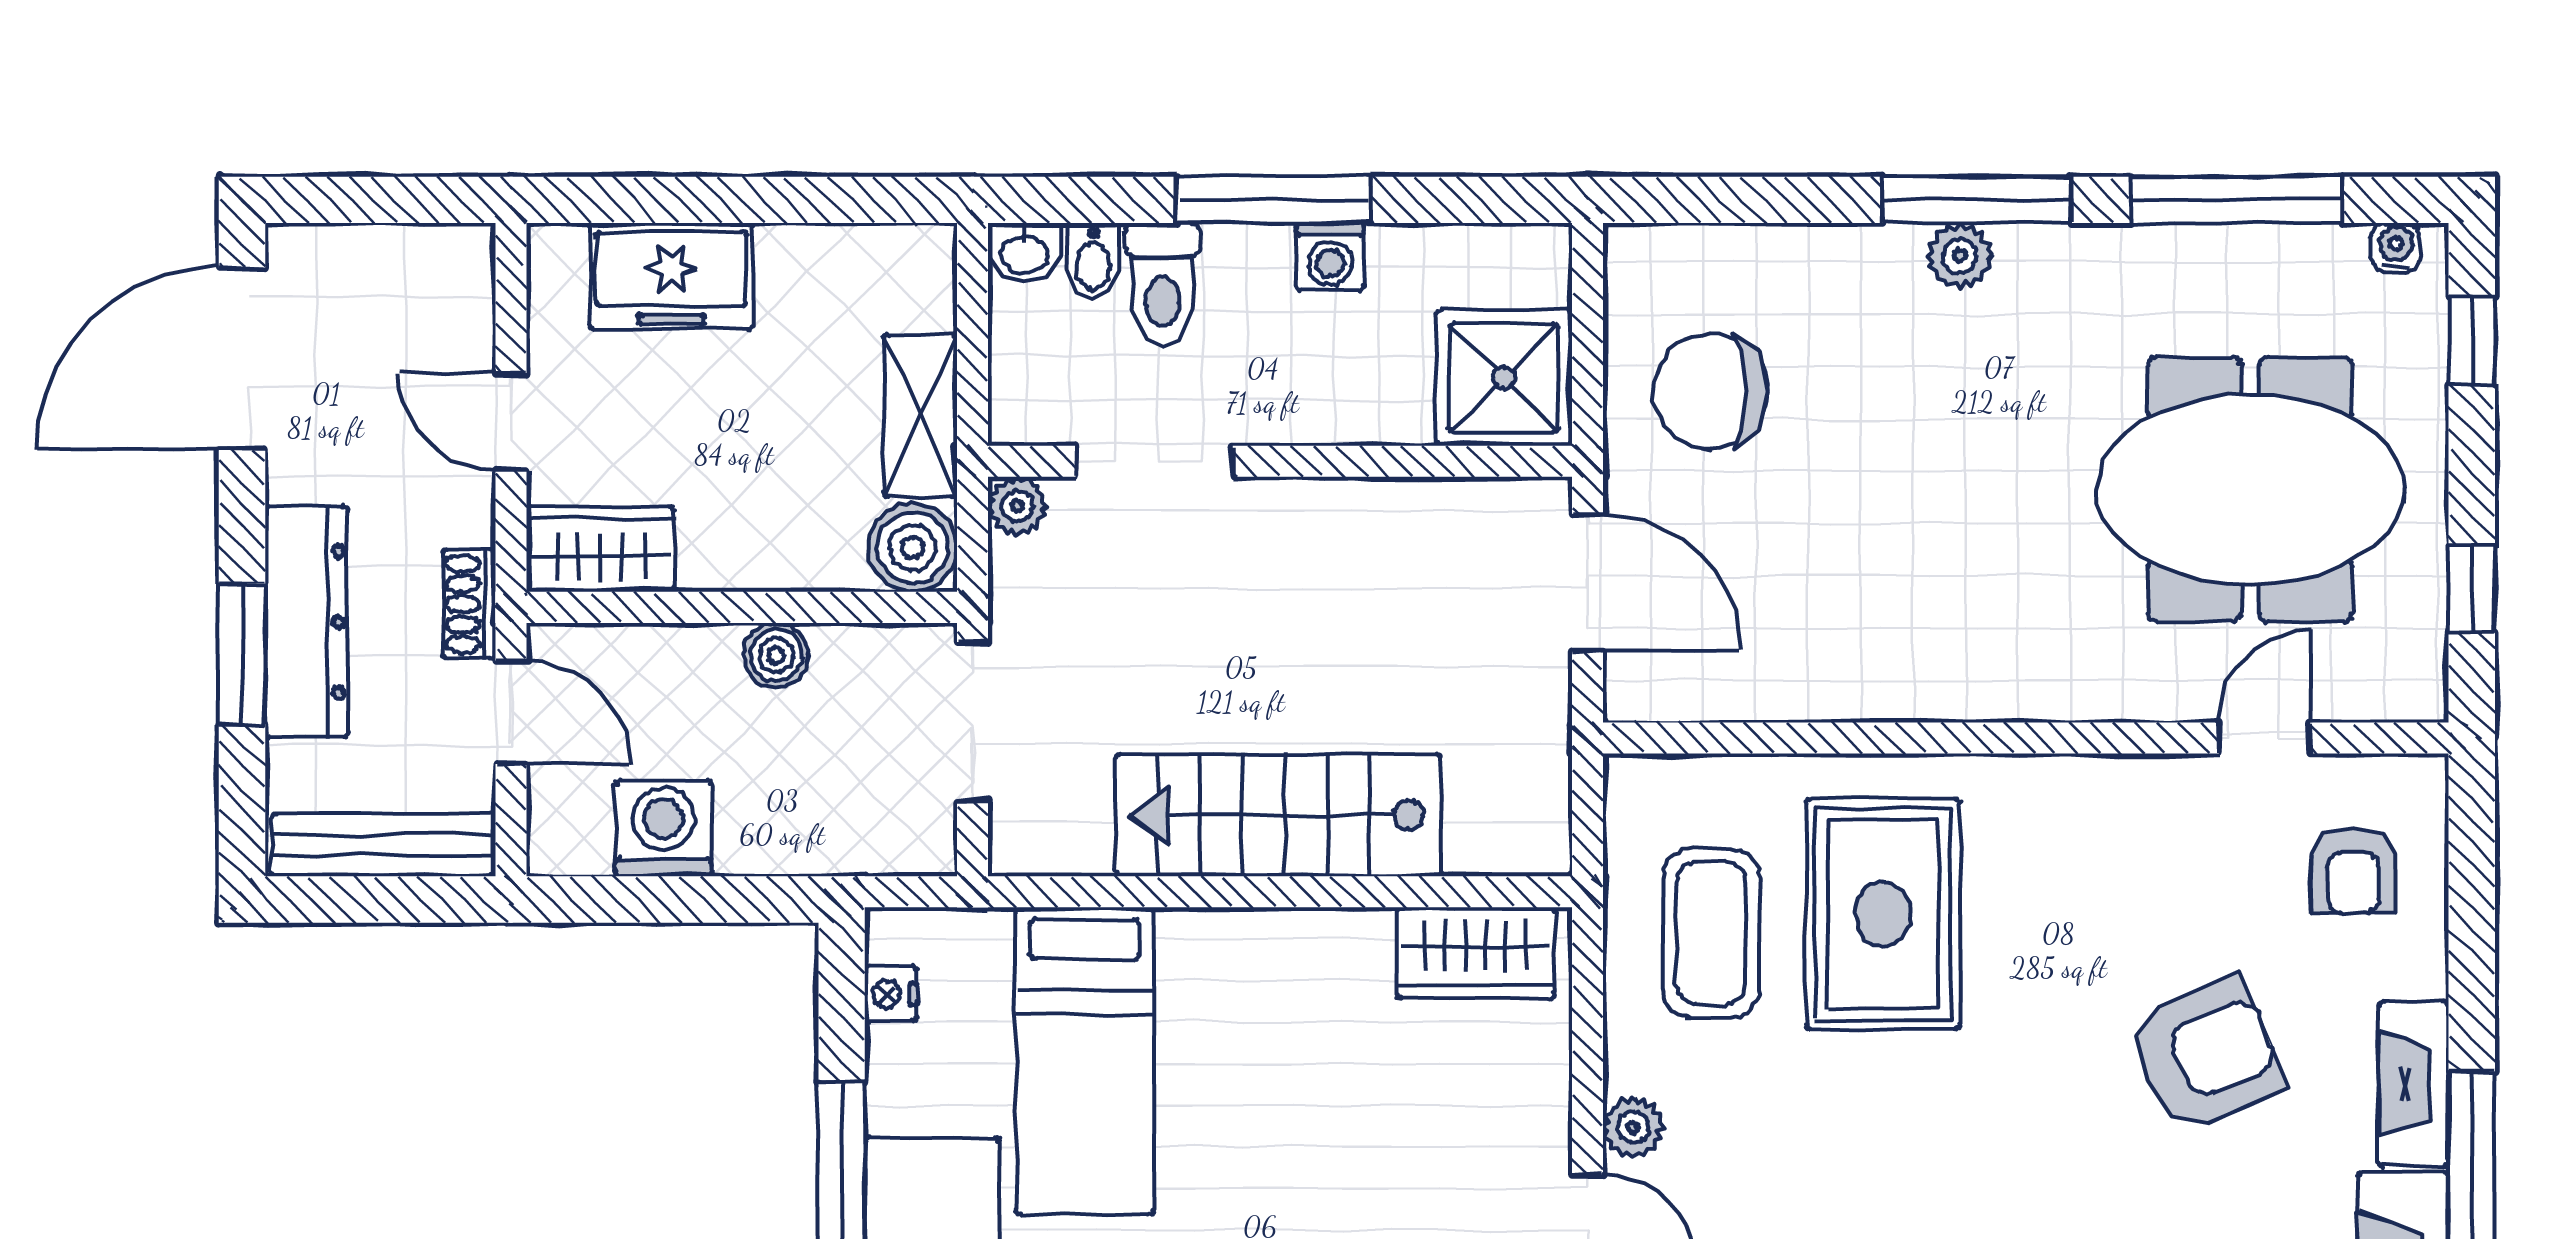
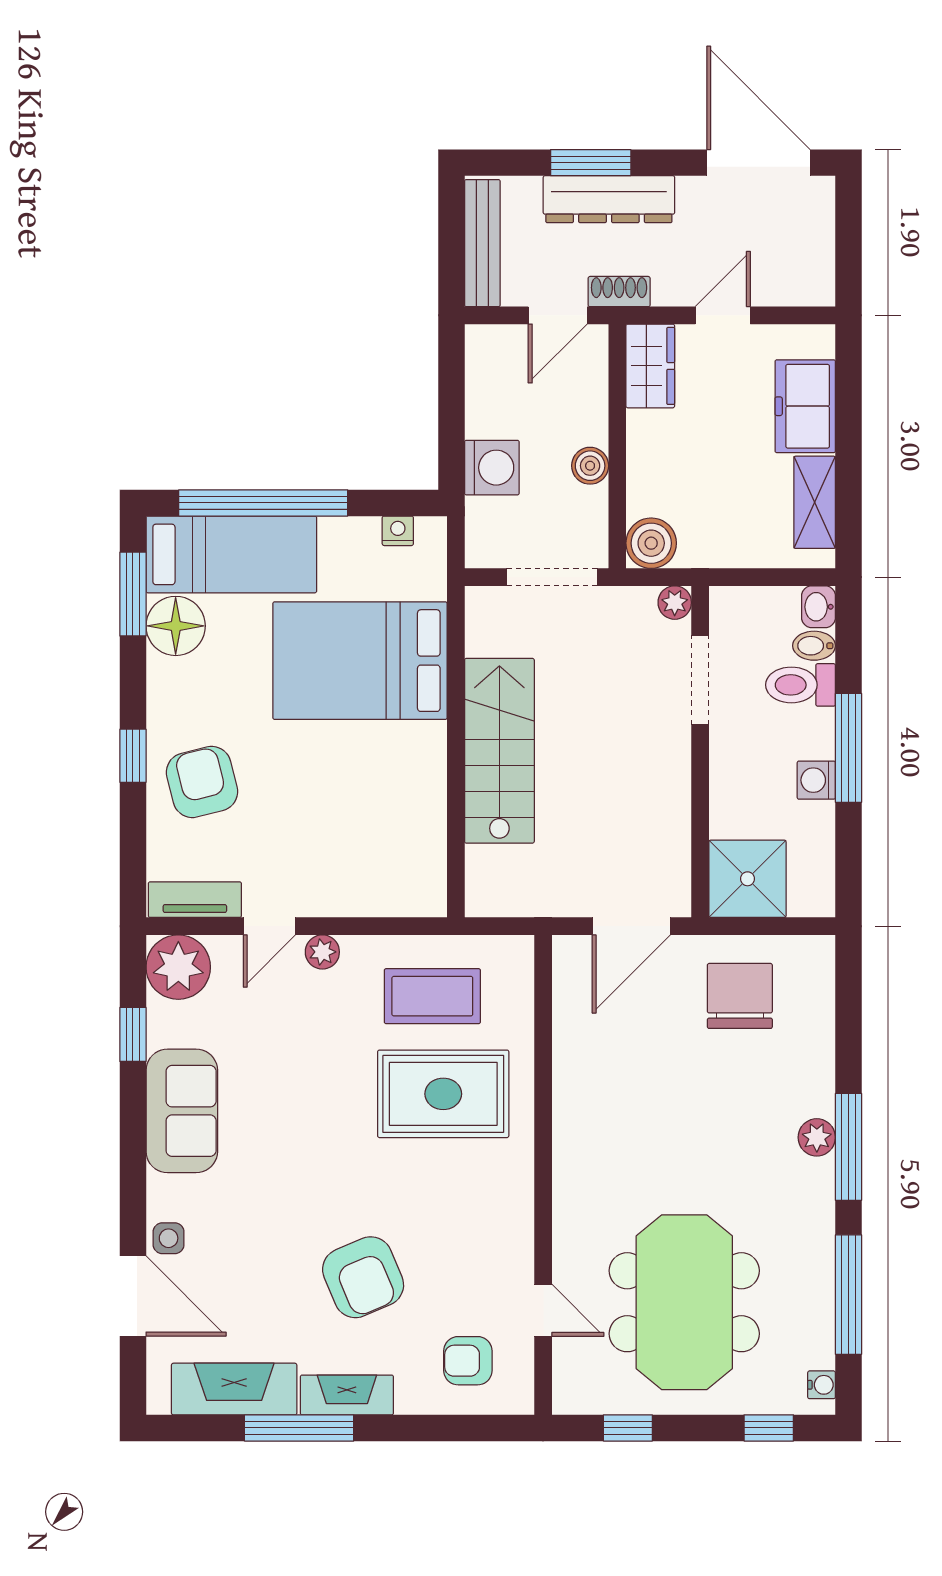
shelving: (920, 416) -> (815, 502), moved, turned 90
washing machine: (663, 828) -> (492, 468), moved
wardrobe: (1475, 953) -> (421, 863), removed
bed: (1085, 1061) -> (360, 661), width x1.50

